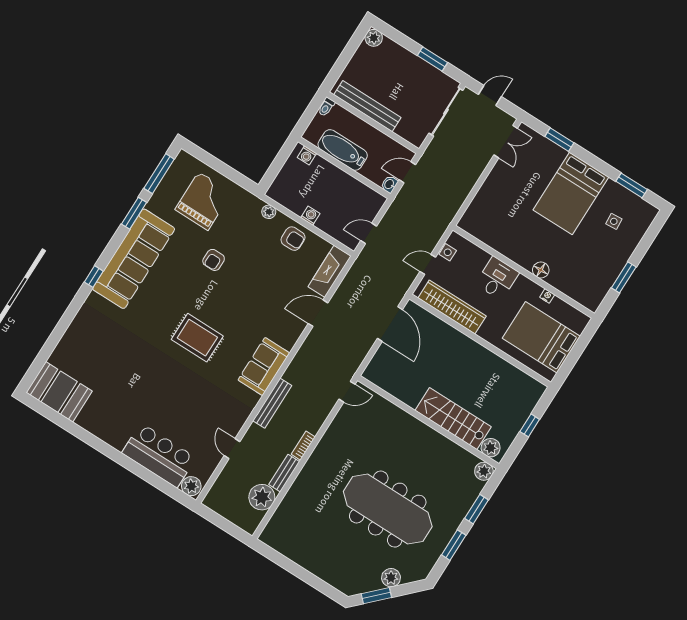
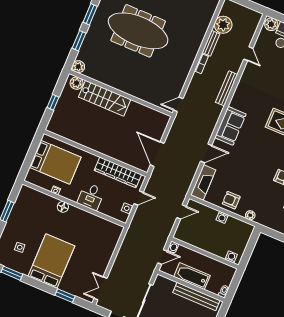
bathtub: (343, 150) -> (192, 276), moved, turned 180
sofa: (264, 366) -> (230, 126), moved

